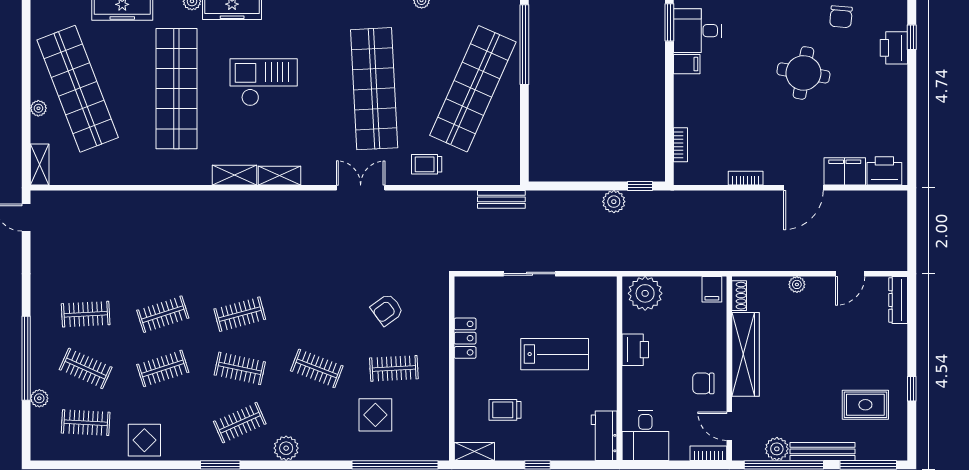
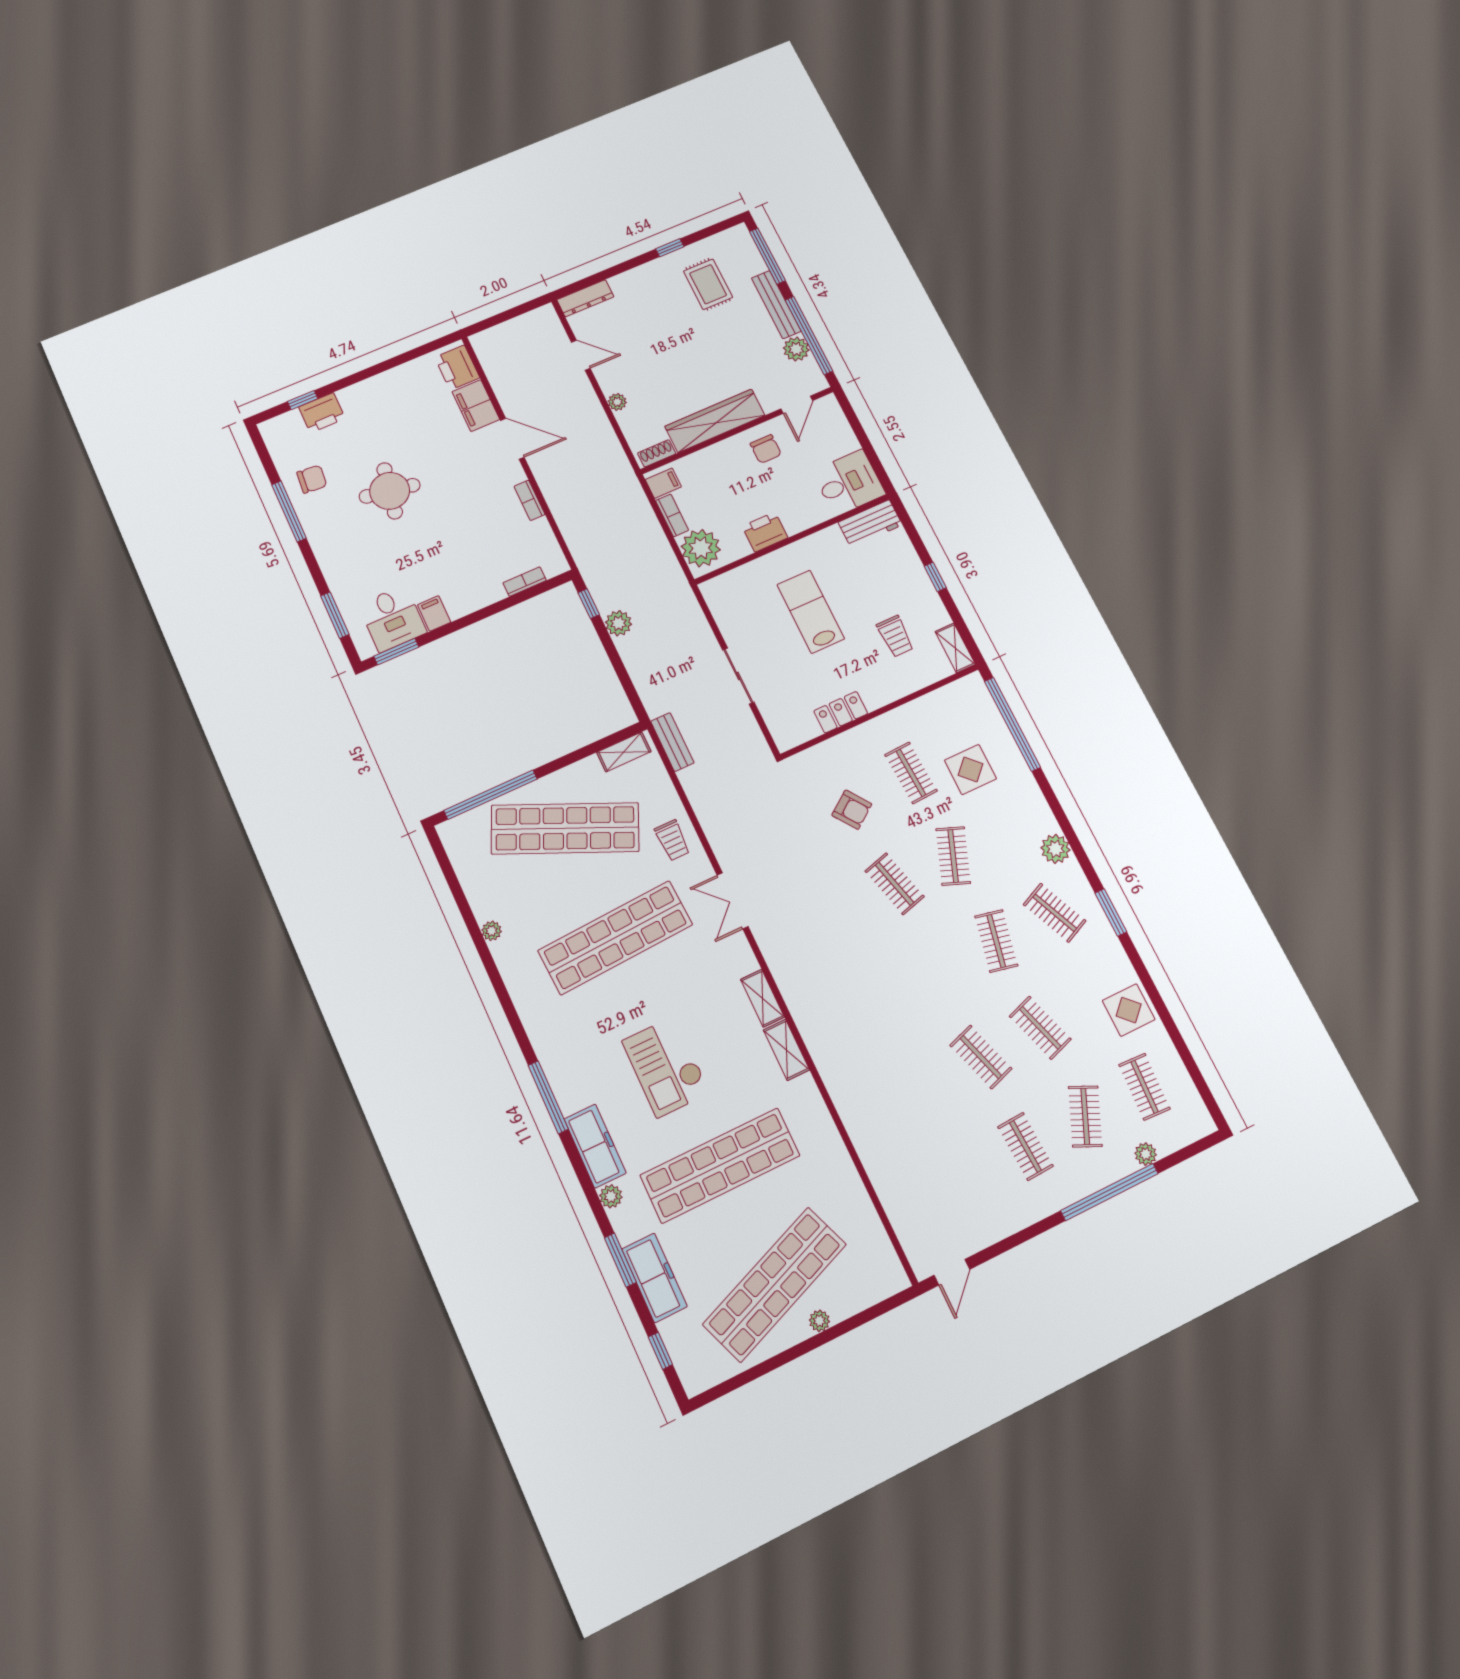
shelving: (40, 164) -> (624, 752), moved
clothes rail: (240, 314) -> (895, 884), moved
bookcase: (708, 453) -> (672, 515), moved, turned 180

